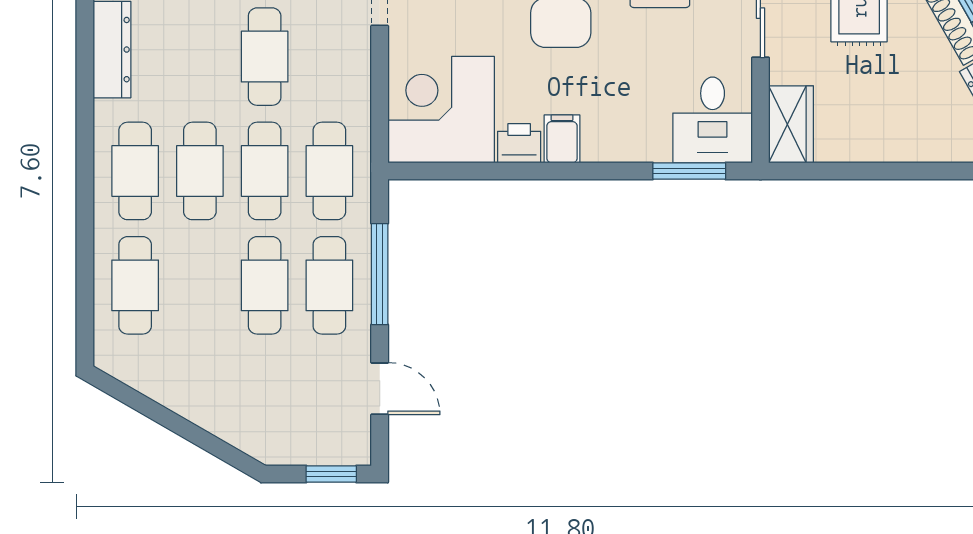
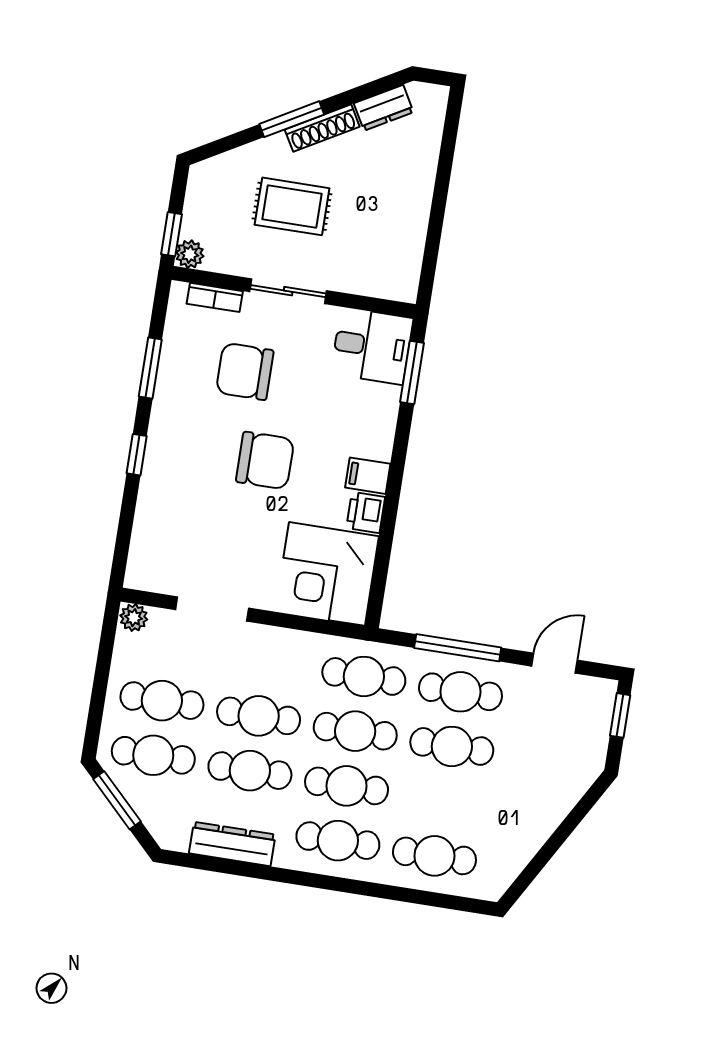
cafe table: (200, 57) -> (250, 771), added
wardrobe: (791, 124) -> (386, 280), removed

